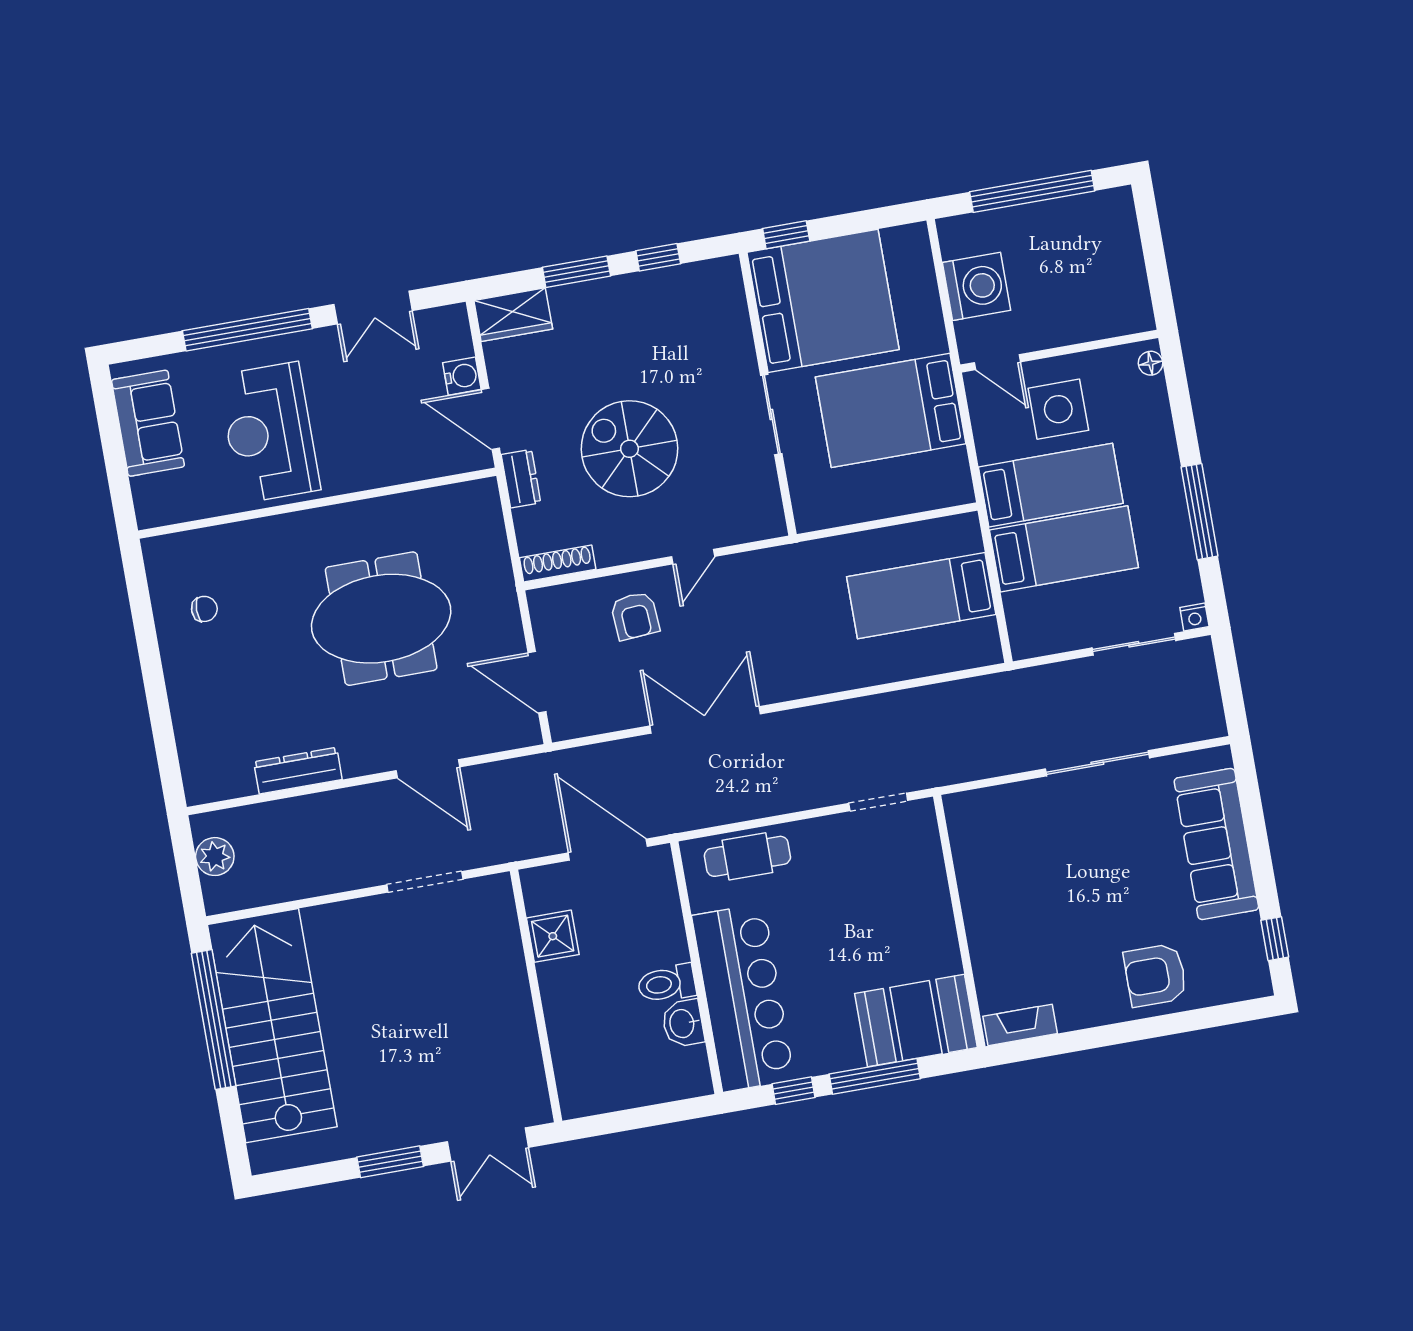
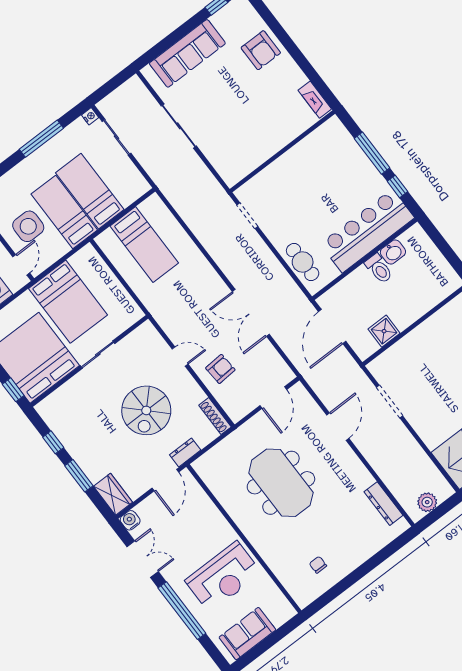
water cooler: (462, 376) -> (130, 520), moved
dresser: (298, 771) -> (383, 504), moved
booth: (916, 1021) -> (337, 148), removed

